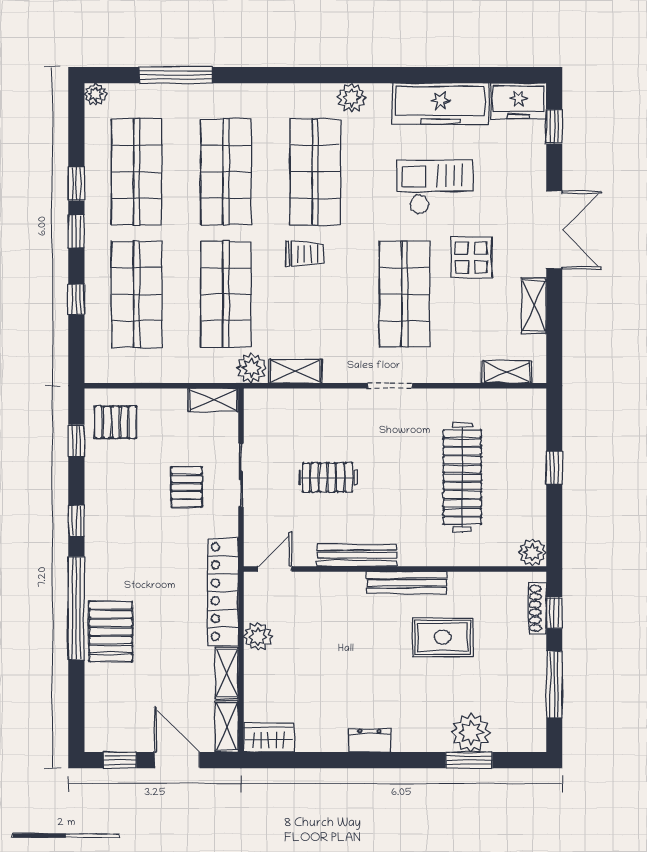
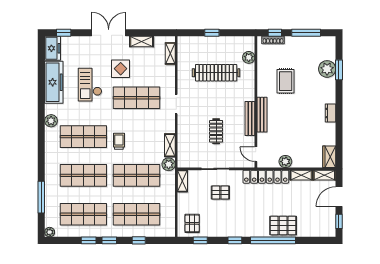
plant: (532, 552) -> (249, 57), moved
bench: (407, 583) -> (262, 115), moved

